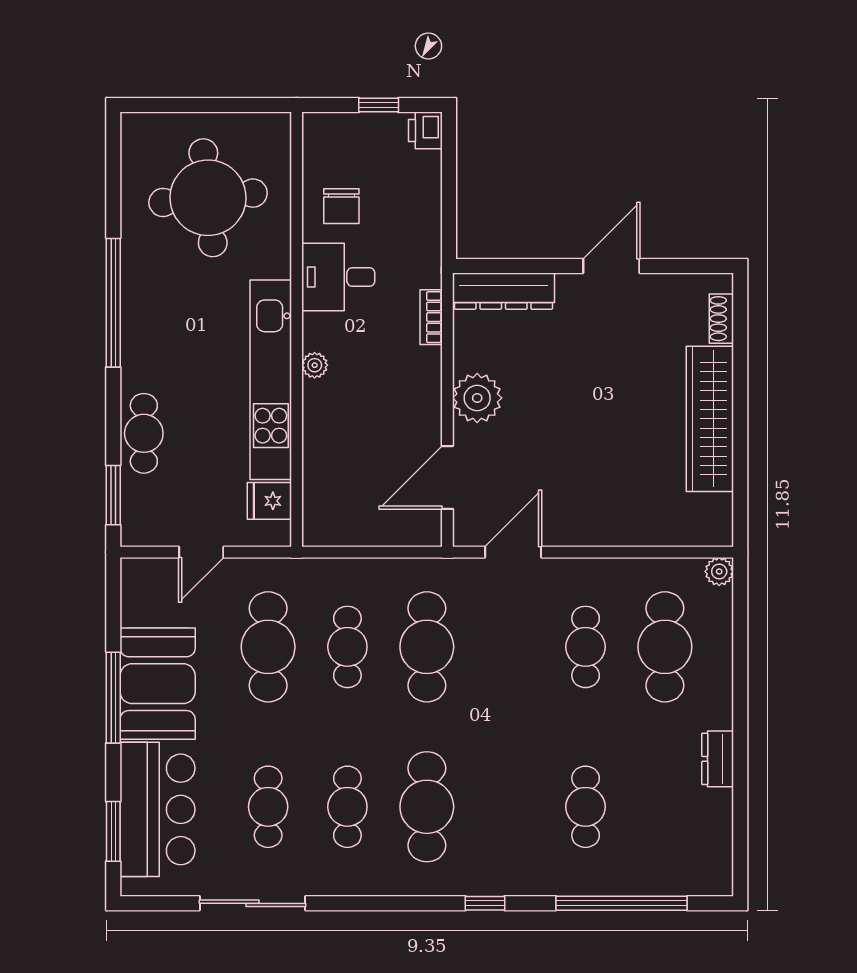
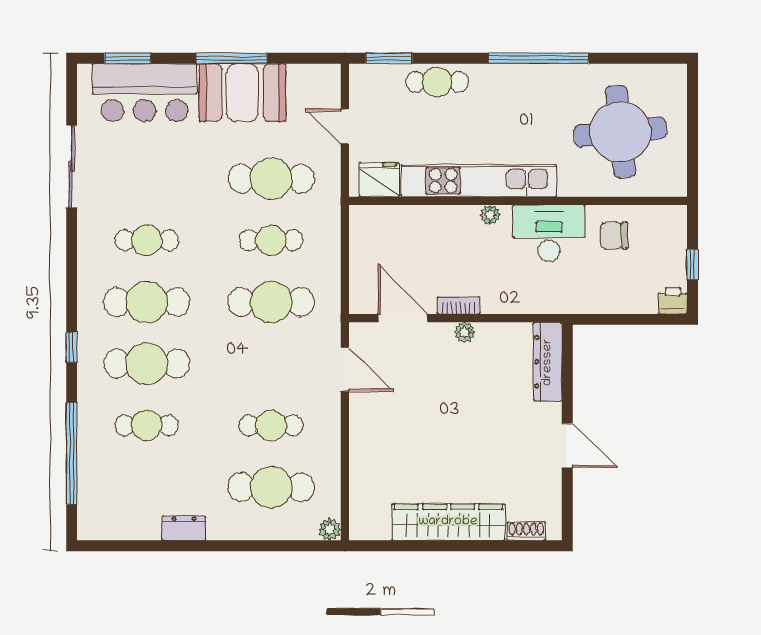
desk: (338, 277) -> (549, 233), width x1.37
bookcase: (431, 317) -> (459, 305), moved
plant: (477, 398) -> (465, 332), width x0.53, depth x0.53
fridge: (269, 501) -> (379, 180), width x1.38
cafe table: (268, 807) -> (147, 364), moved, width x1.37, depth x1.35

